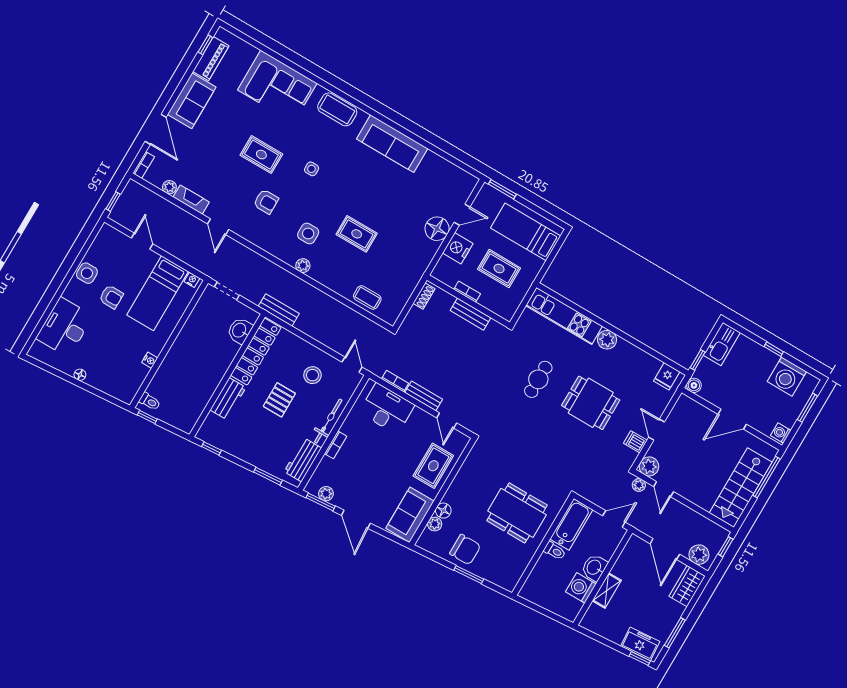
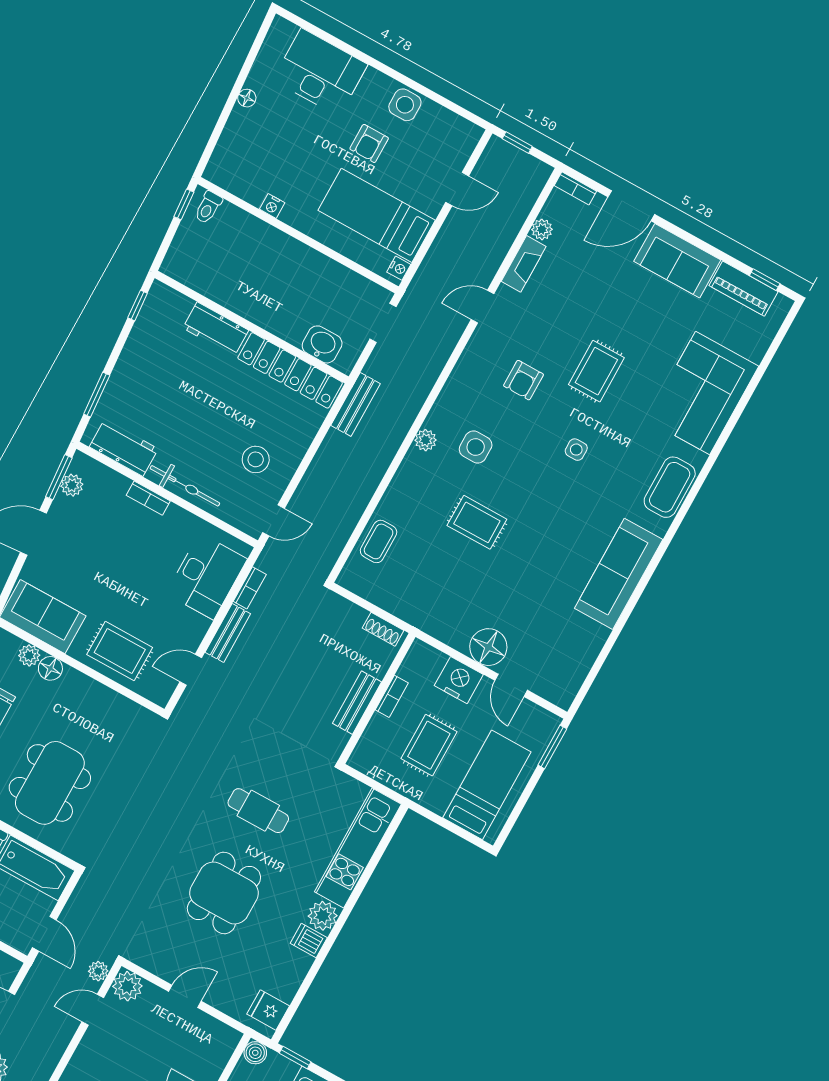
rug: (357, 234) -> (477, 522), turned 90
pallet: (279, 400) -> (216, 409), removed
dishwasher: (635, 442) -> (309, 941), moved, turned -90

